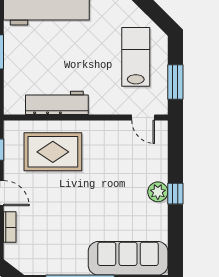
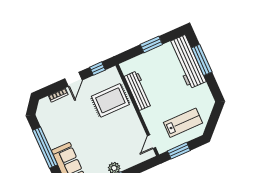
rug: (53, 152) -> (110, 100), turned 90

